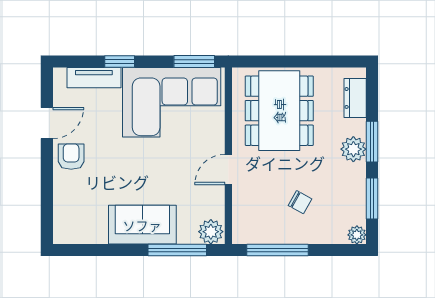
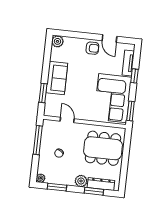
dresser: (355, 98) -> (101, 184), width x1.44
window: (372, 142) -> (94, 191), moved
door: (228, 170) -> (67, 120), moved
plant: (211, 232) -> (57, 41), moved
window: (177, 250) -> (43, 93), width x0.69

